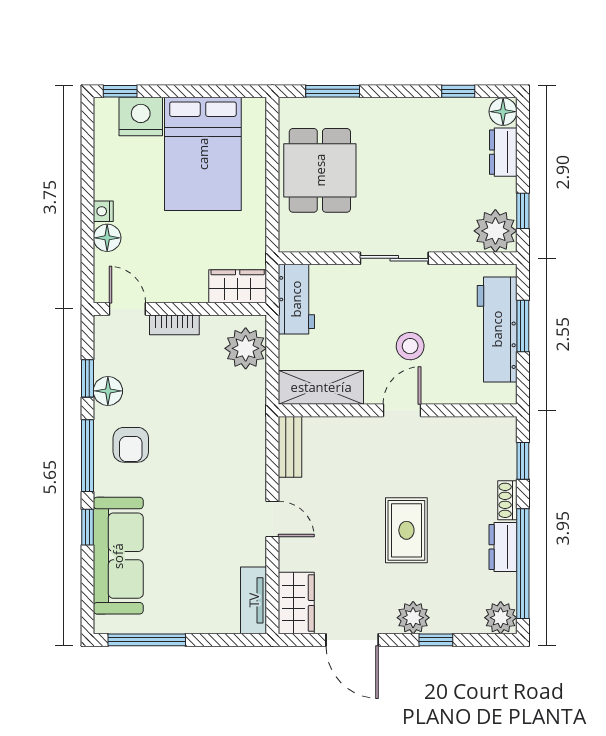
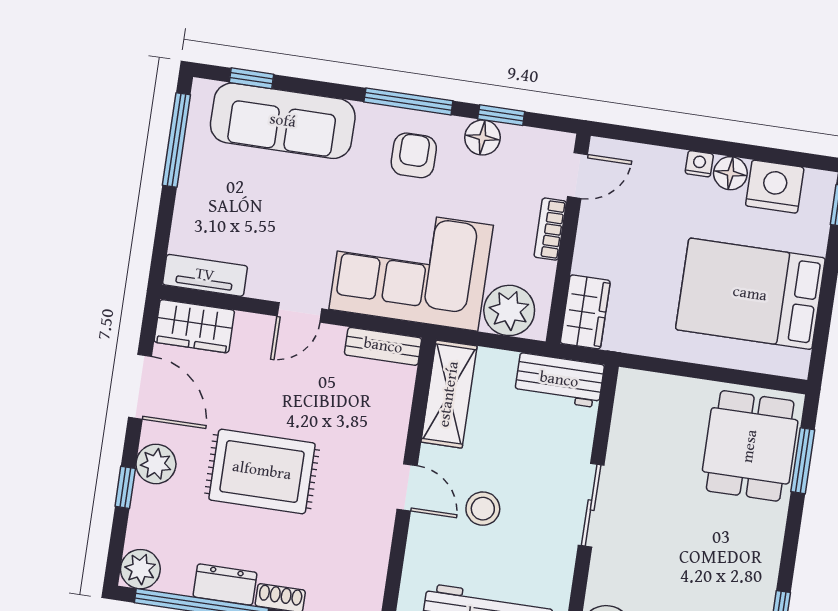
nightstand: (141, 117) -> (775, 187), moved, turned -90
dining table: (320, 170) -> (750, 446), moved, turned 90
floor lamp: (107, 238) -> (730, 173), moved
corner sofa: (222, 434) -> (411, 267), added
armchair: (131, 445) -> (414, 155), turned 90
window: (87, 527) -> (251, 78), moved
rug: (406, 530) -> (262, 471), width x1.36, depth x1.43
door: (352, 640) -> (140, 387), swing flipped

